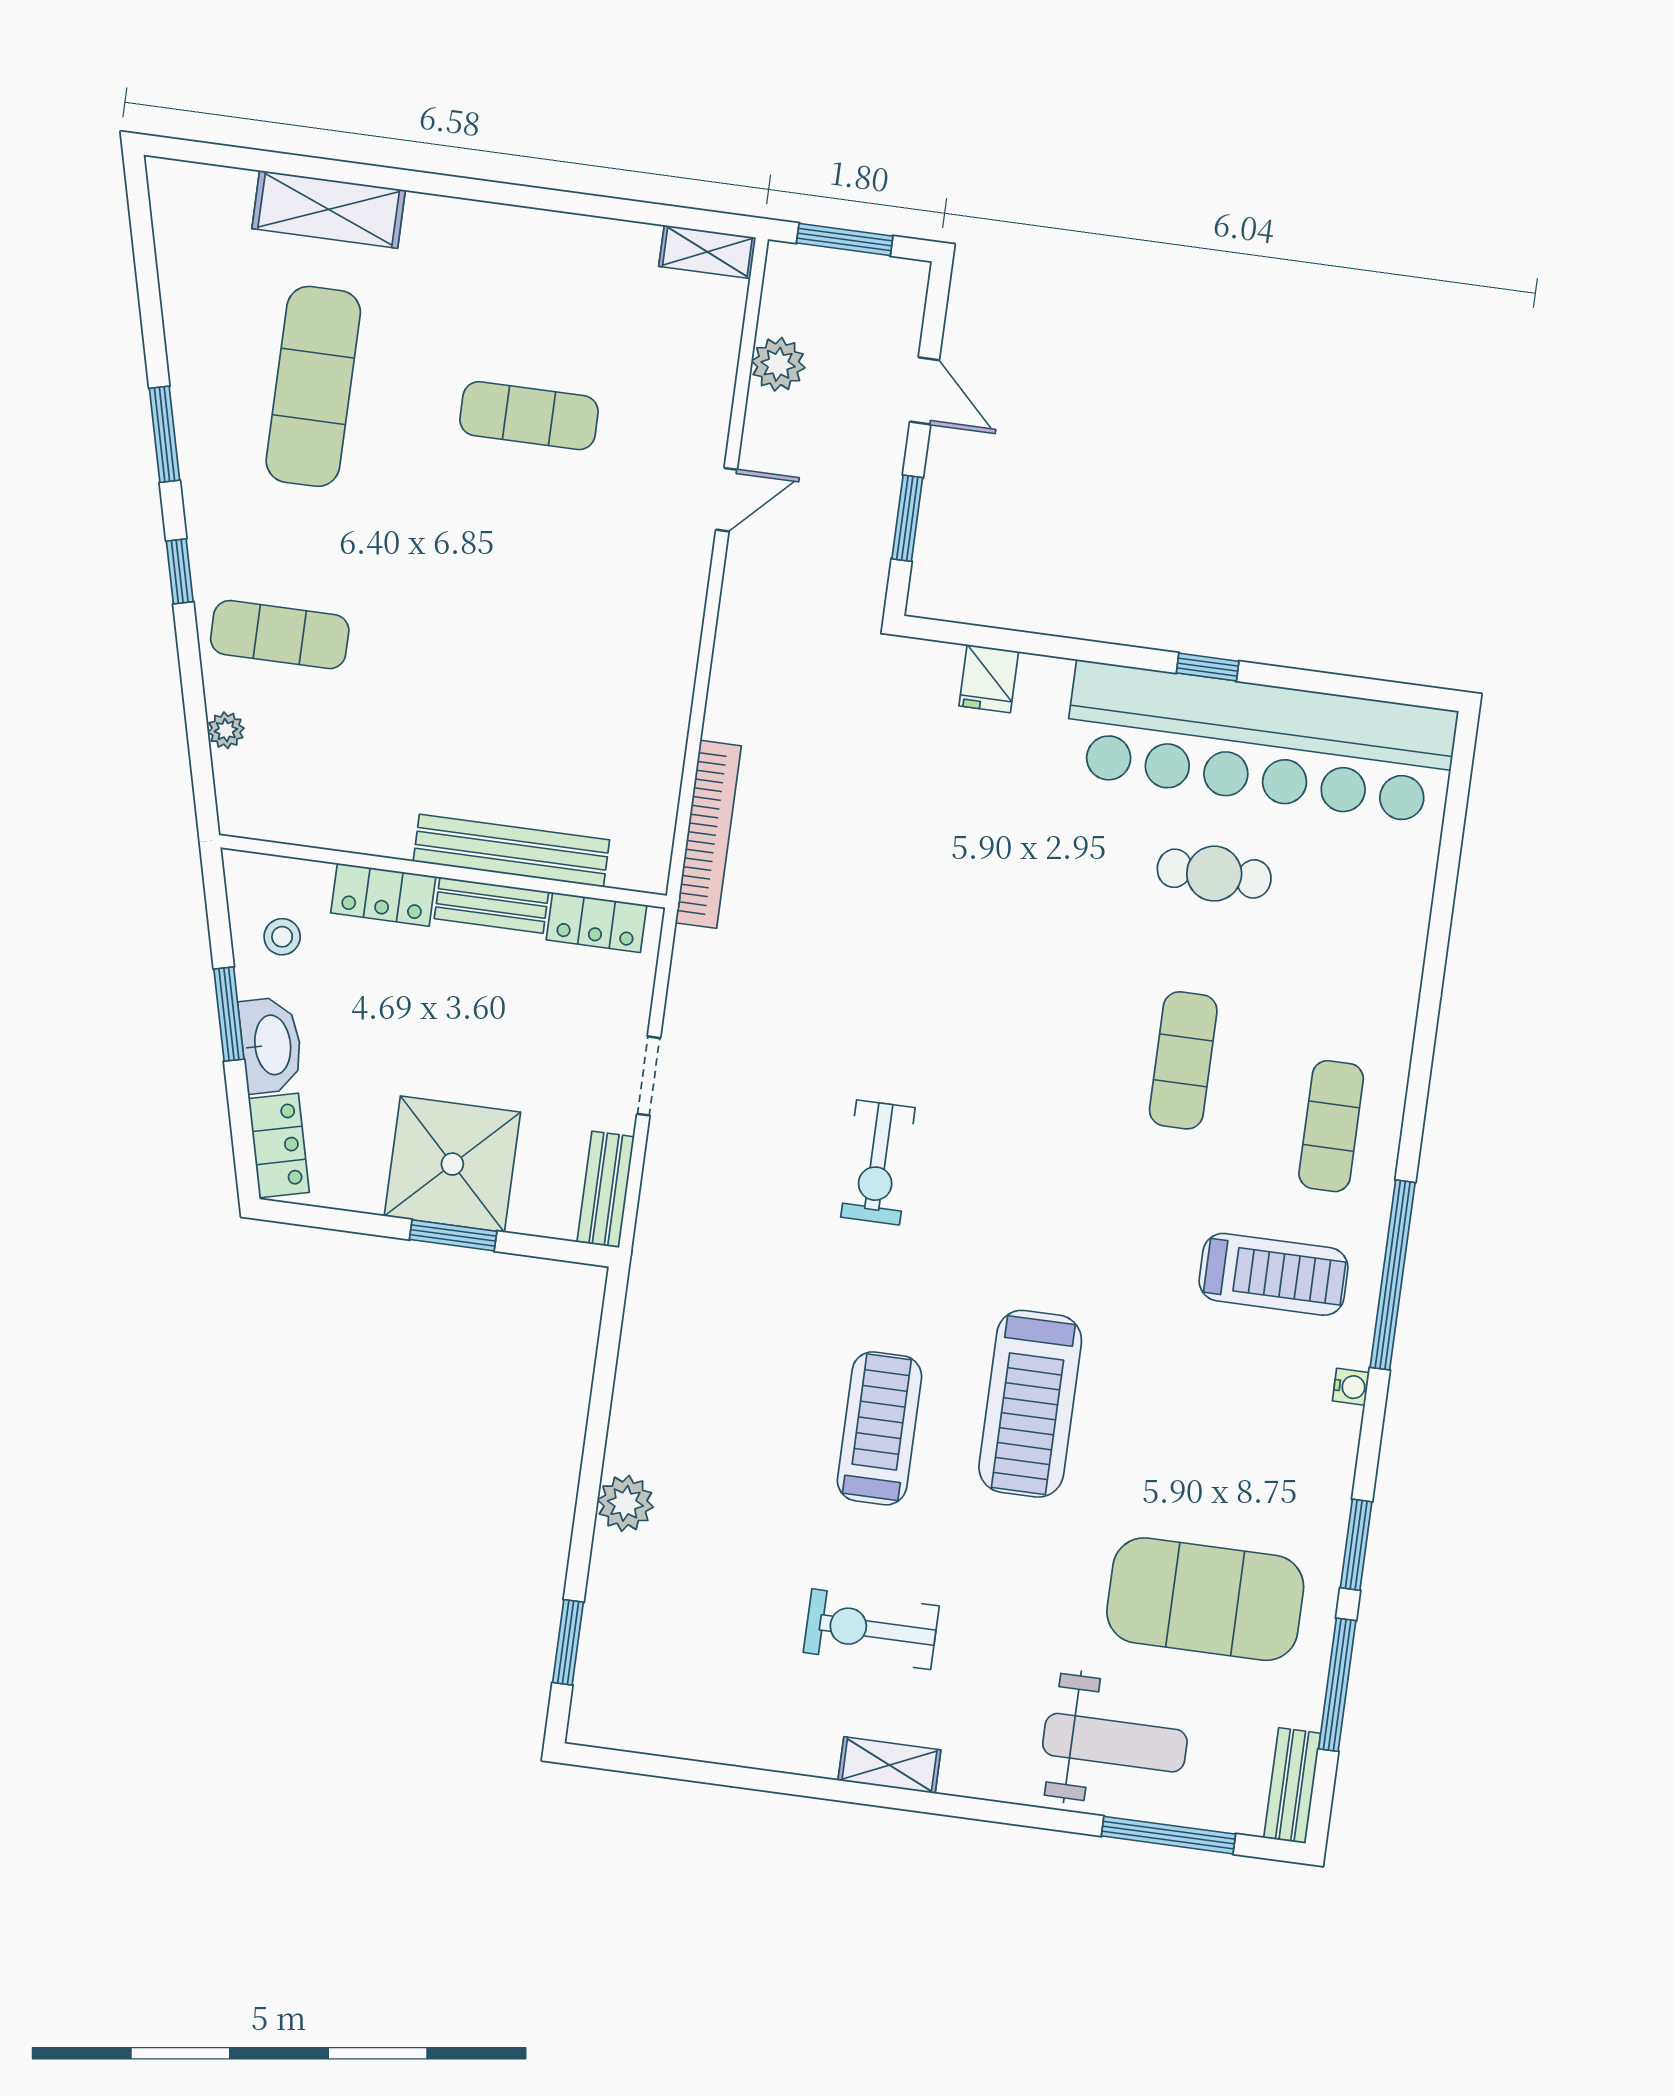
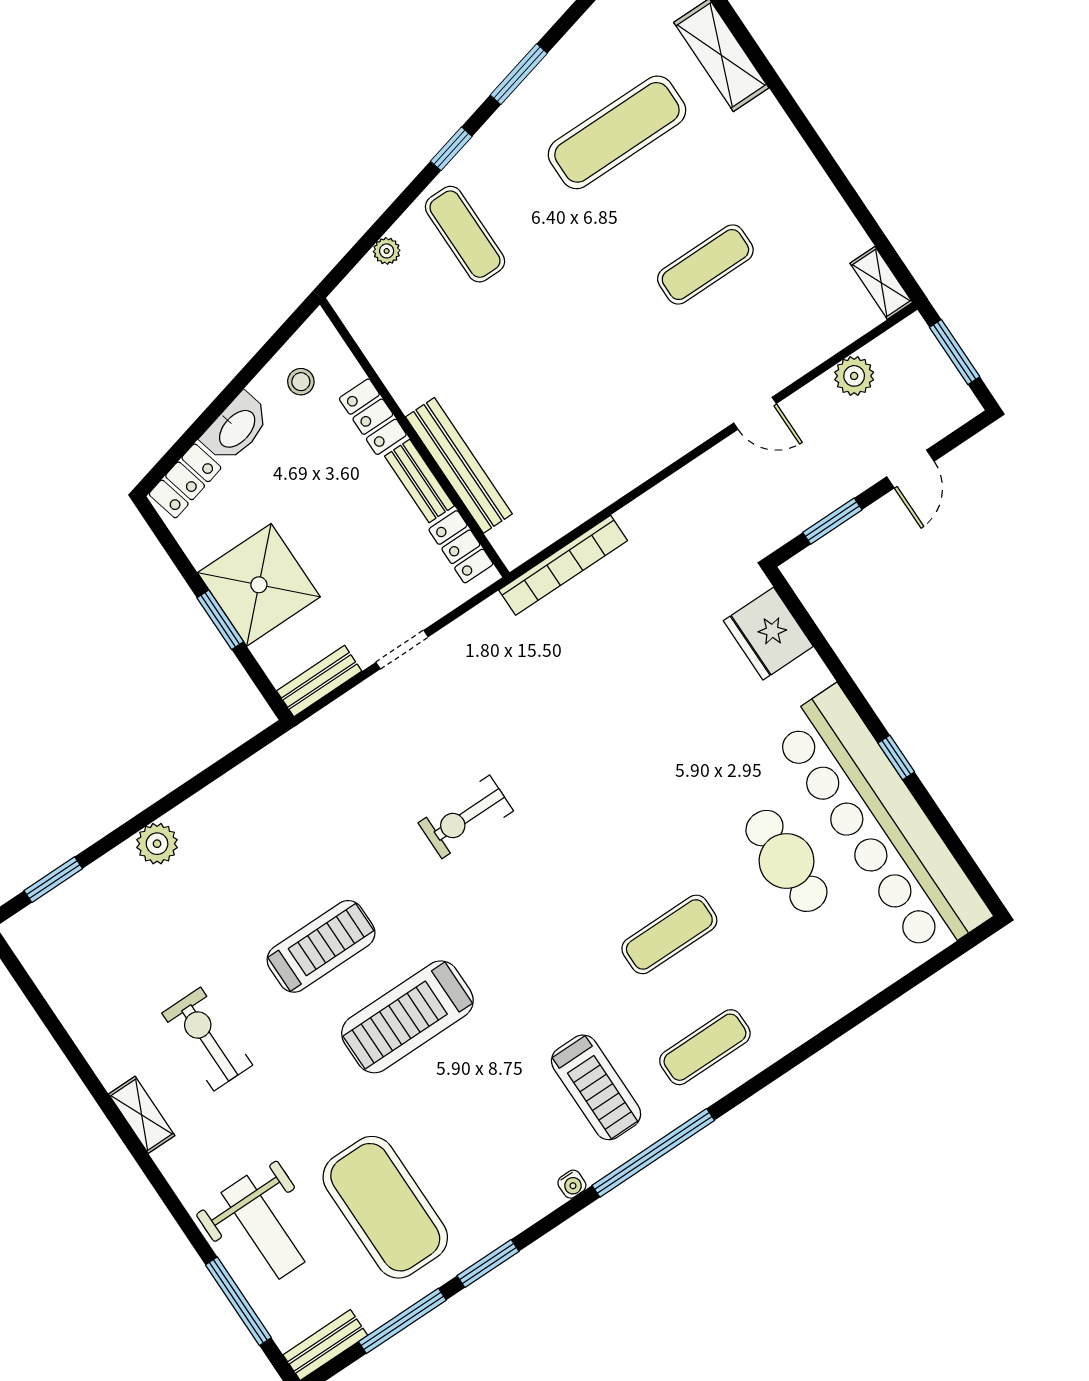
exercise mat: (529, 416) -> (705, 265), turned 90
fridge: (989, 679) -> (768, 634), width x1.88, depth x1.34
cafe table: (1214, 874) -> (786, 861), width x1.37, depth x1.35
window: (229, 1014) -> (233, 390), removed

